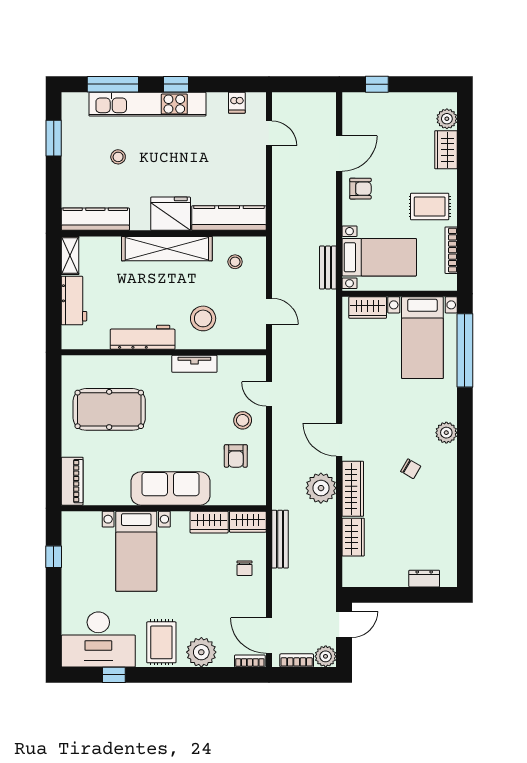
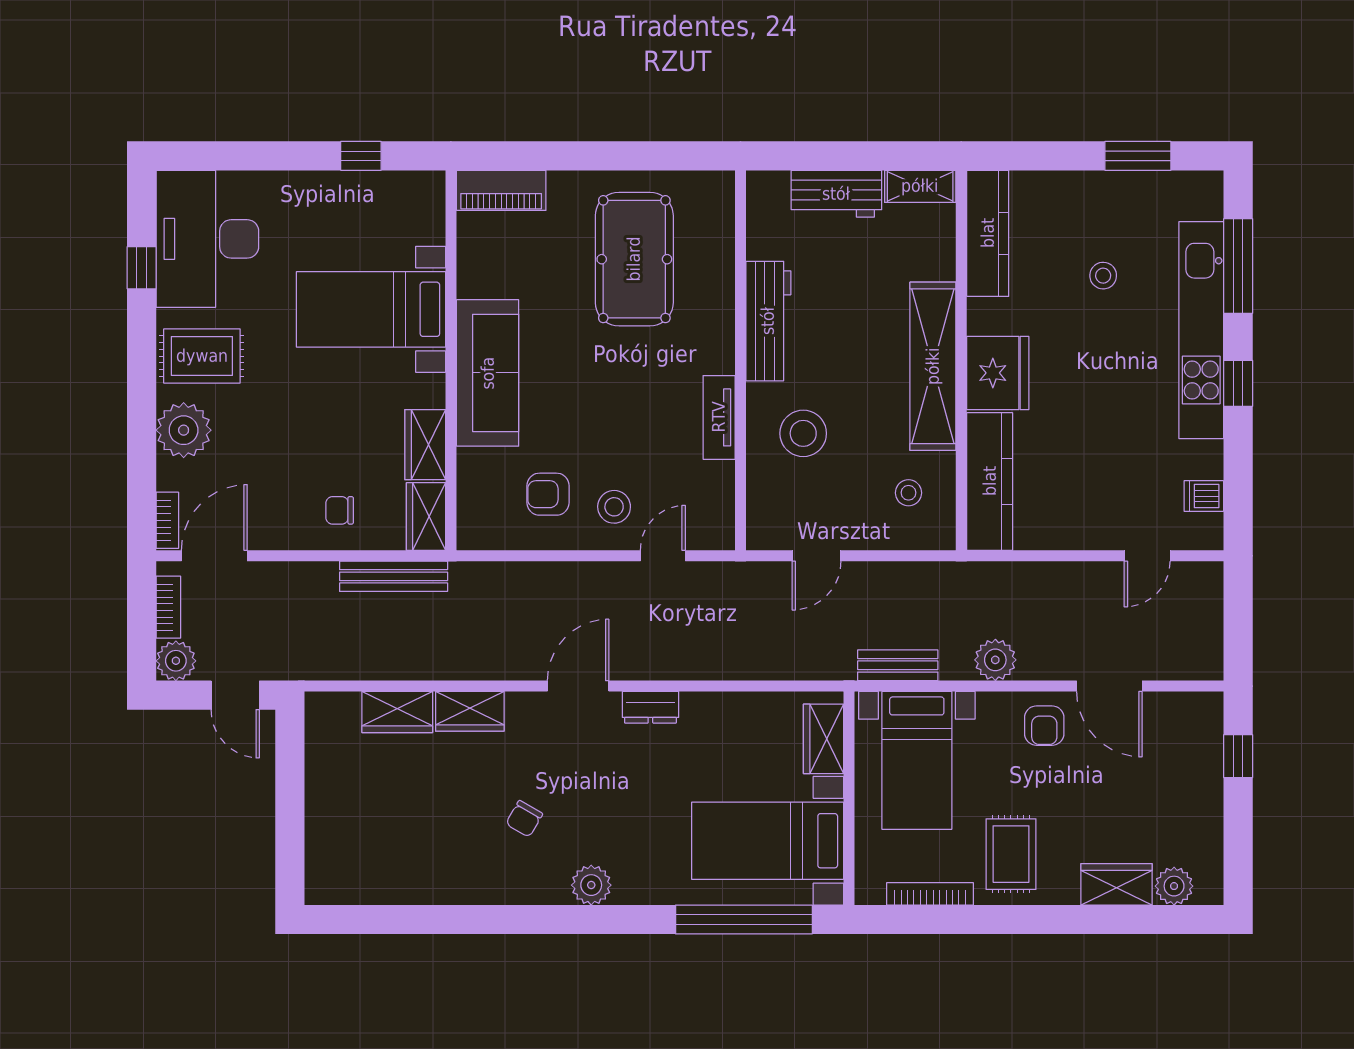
plant: (321, 488) -> (995, 660), moved, width x0.73, depth x0.73
wardrobe: (353, 489) -> (470, 711), width x0.67
dresser: (424, 579) -> (650, 707), moved, turned 90

